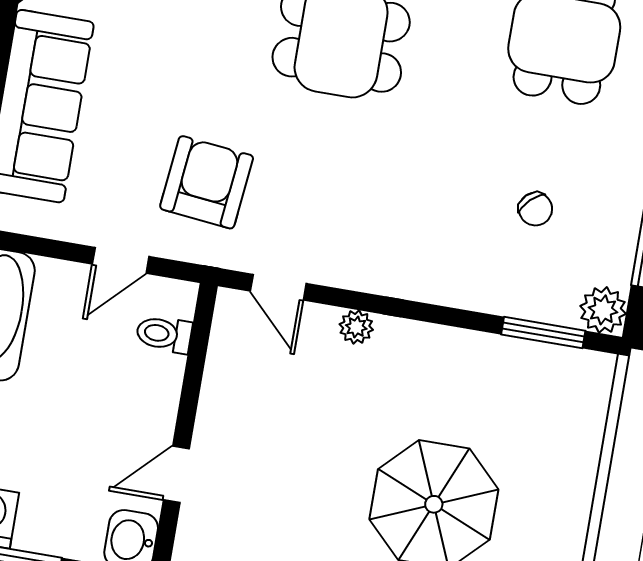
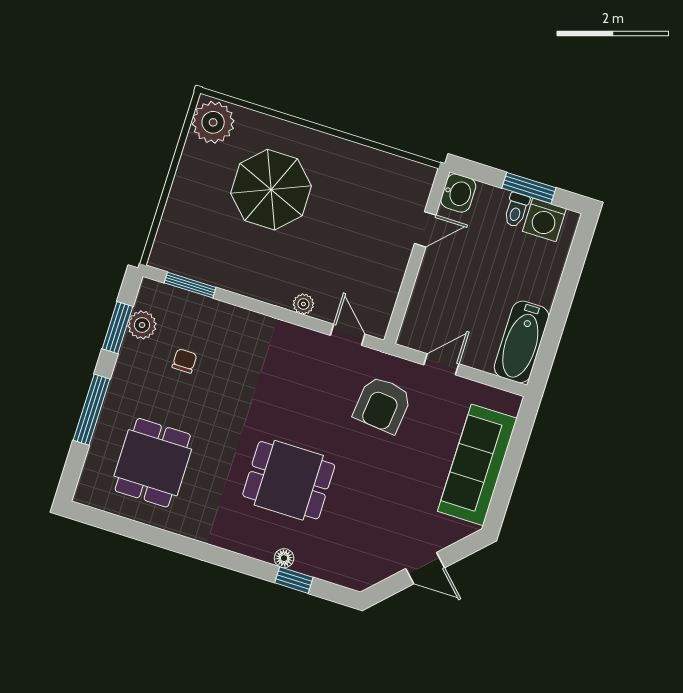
chair: (535, 209) -> (185, 361), turned 44
plant: (603, 310) -> (142, 325), moved
toilet: (164, 334) -> (516, 210), moved, turned 90

